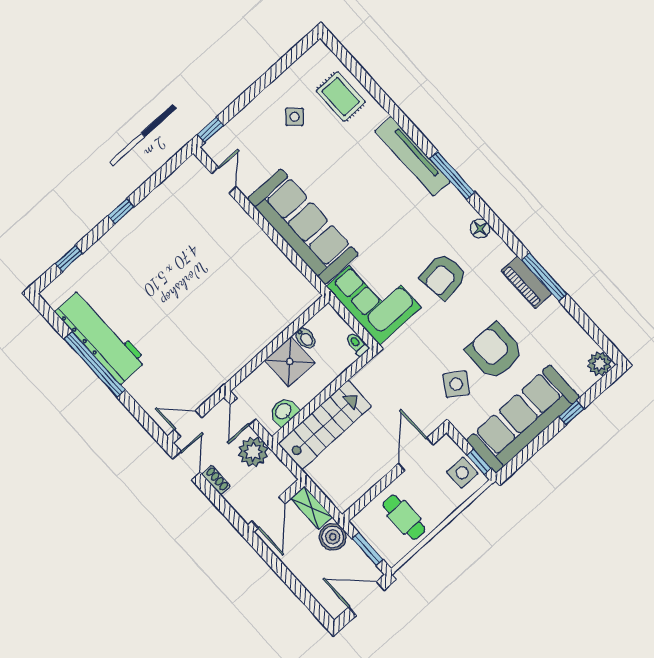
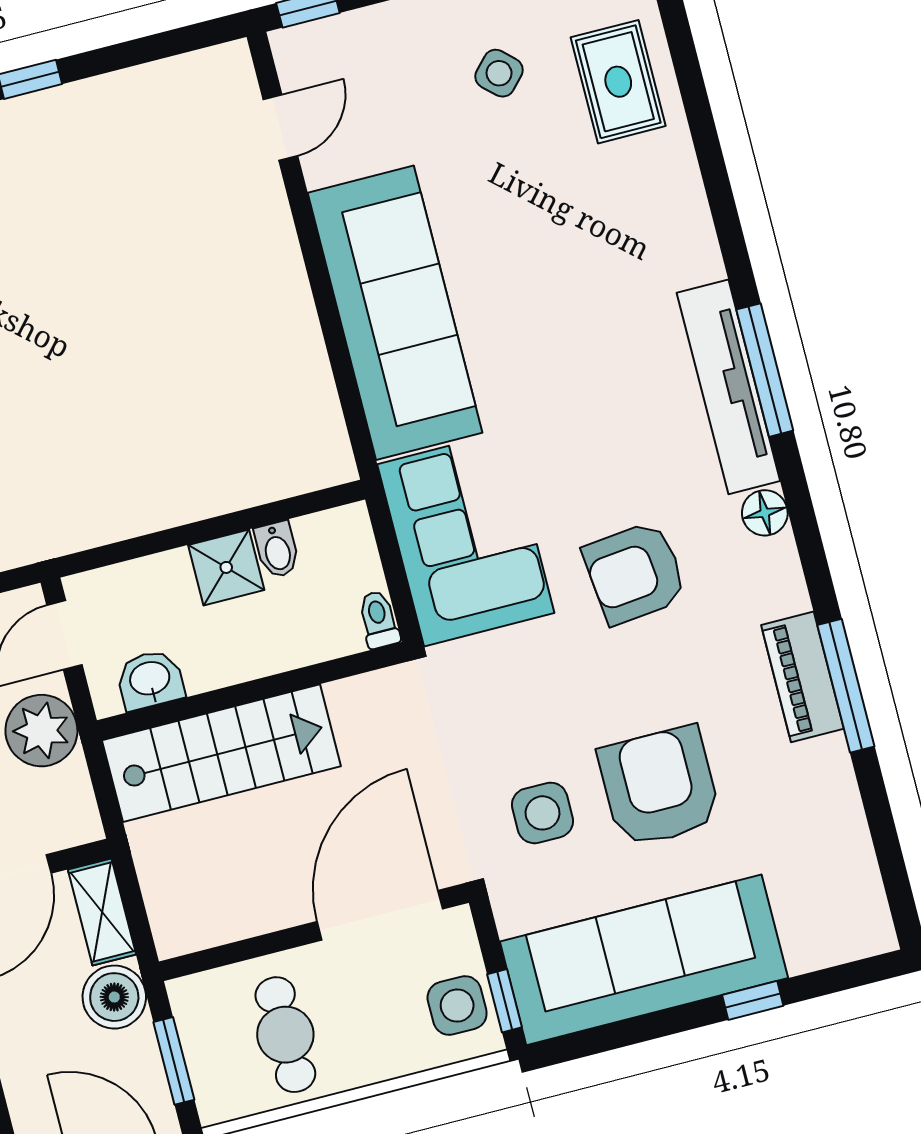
tv unit: (412, 156) -> (728, 387), moved
shower: (290, 362) -> (226, 567), width x0.73, depth x0.73
plant: (600, 364) -> (866, 929), removed
side table: (456, 384) -> (542, 813), turned -34
door: (416, 454) -> (380, 915), width x1.36

